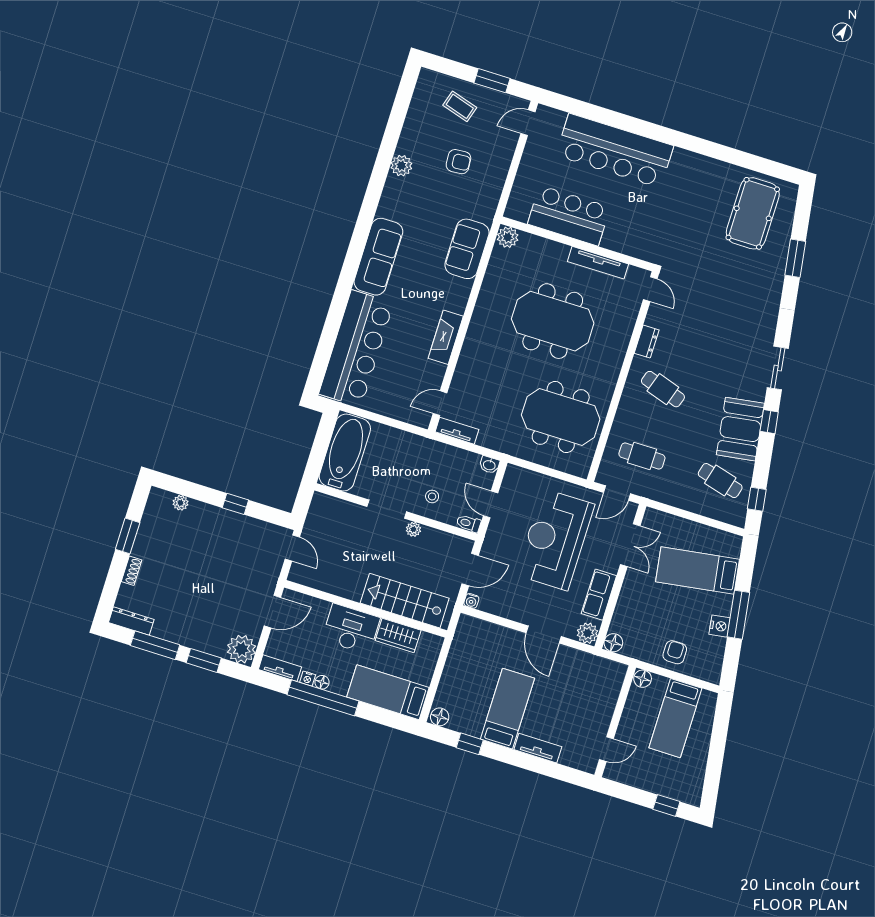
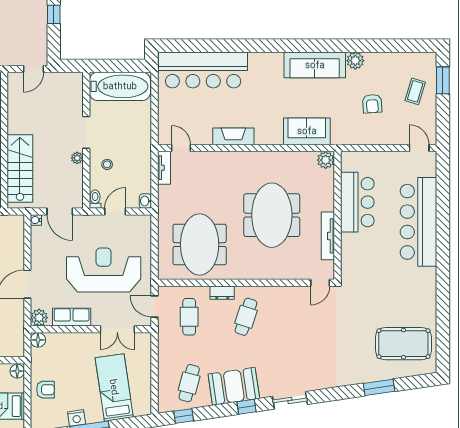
window: (492, 81) -> (443, 80), moved
sofa: (378, 257) -> (315, 65), moved
dresser: (647, 342) -> (222, 293), moved

